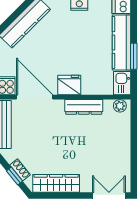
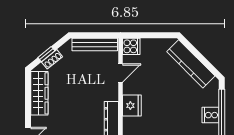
door: (35, 97) -> (120, 73), width x0.53

